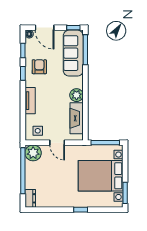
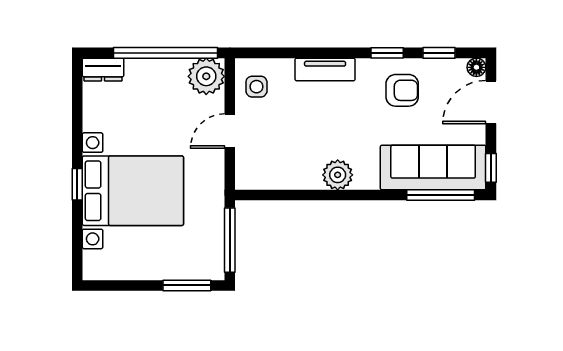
fireplace: (77, 118) -> (285, 175), removed
bed with nightstands: (101, 176) -> (133, 191), moved, turned 90
window: (125, 193) -> (187, 285), moved

